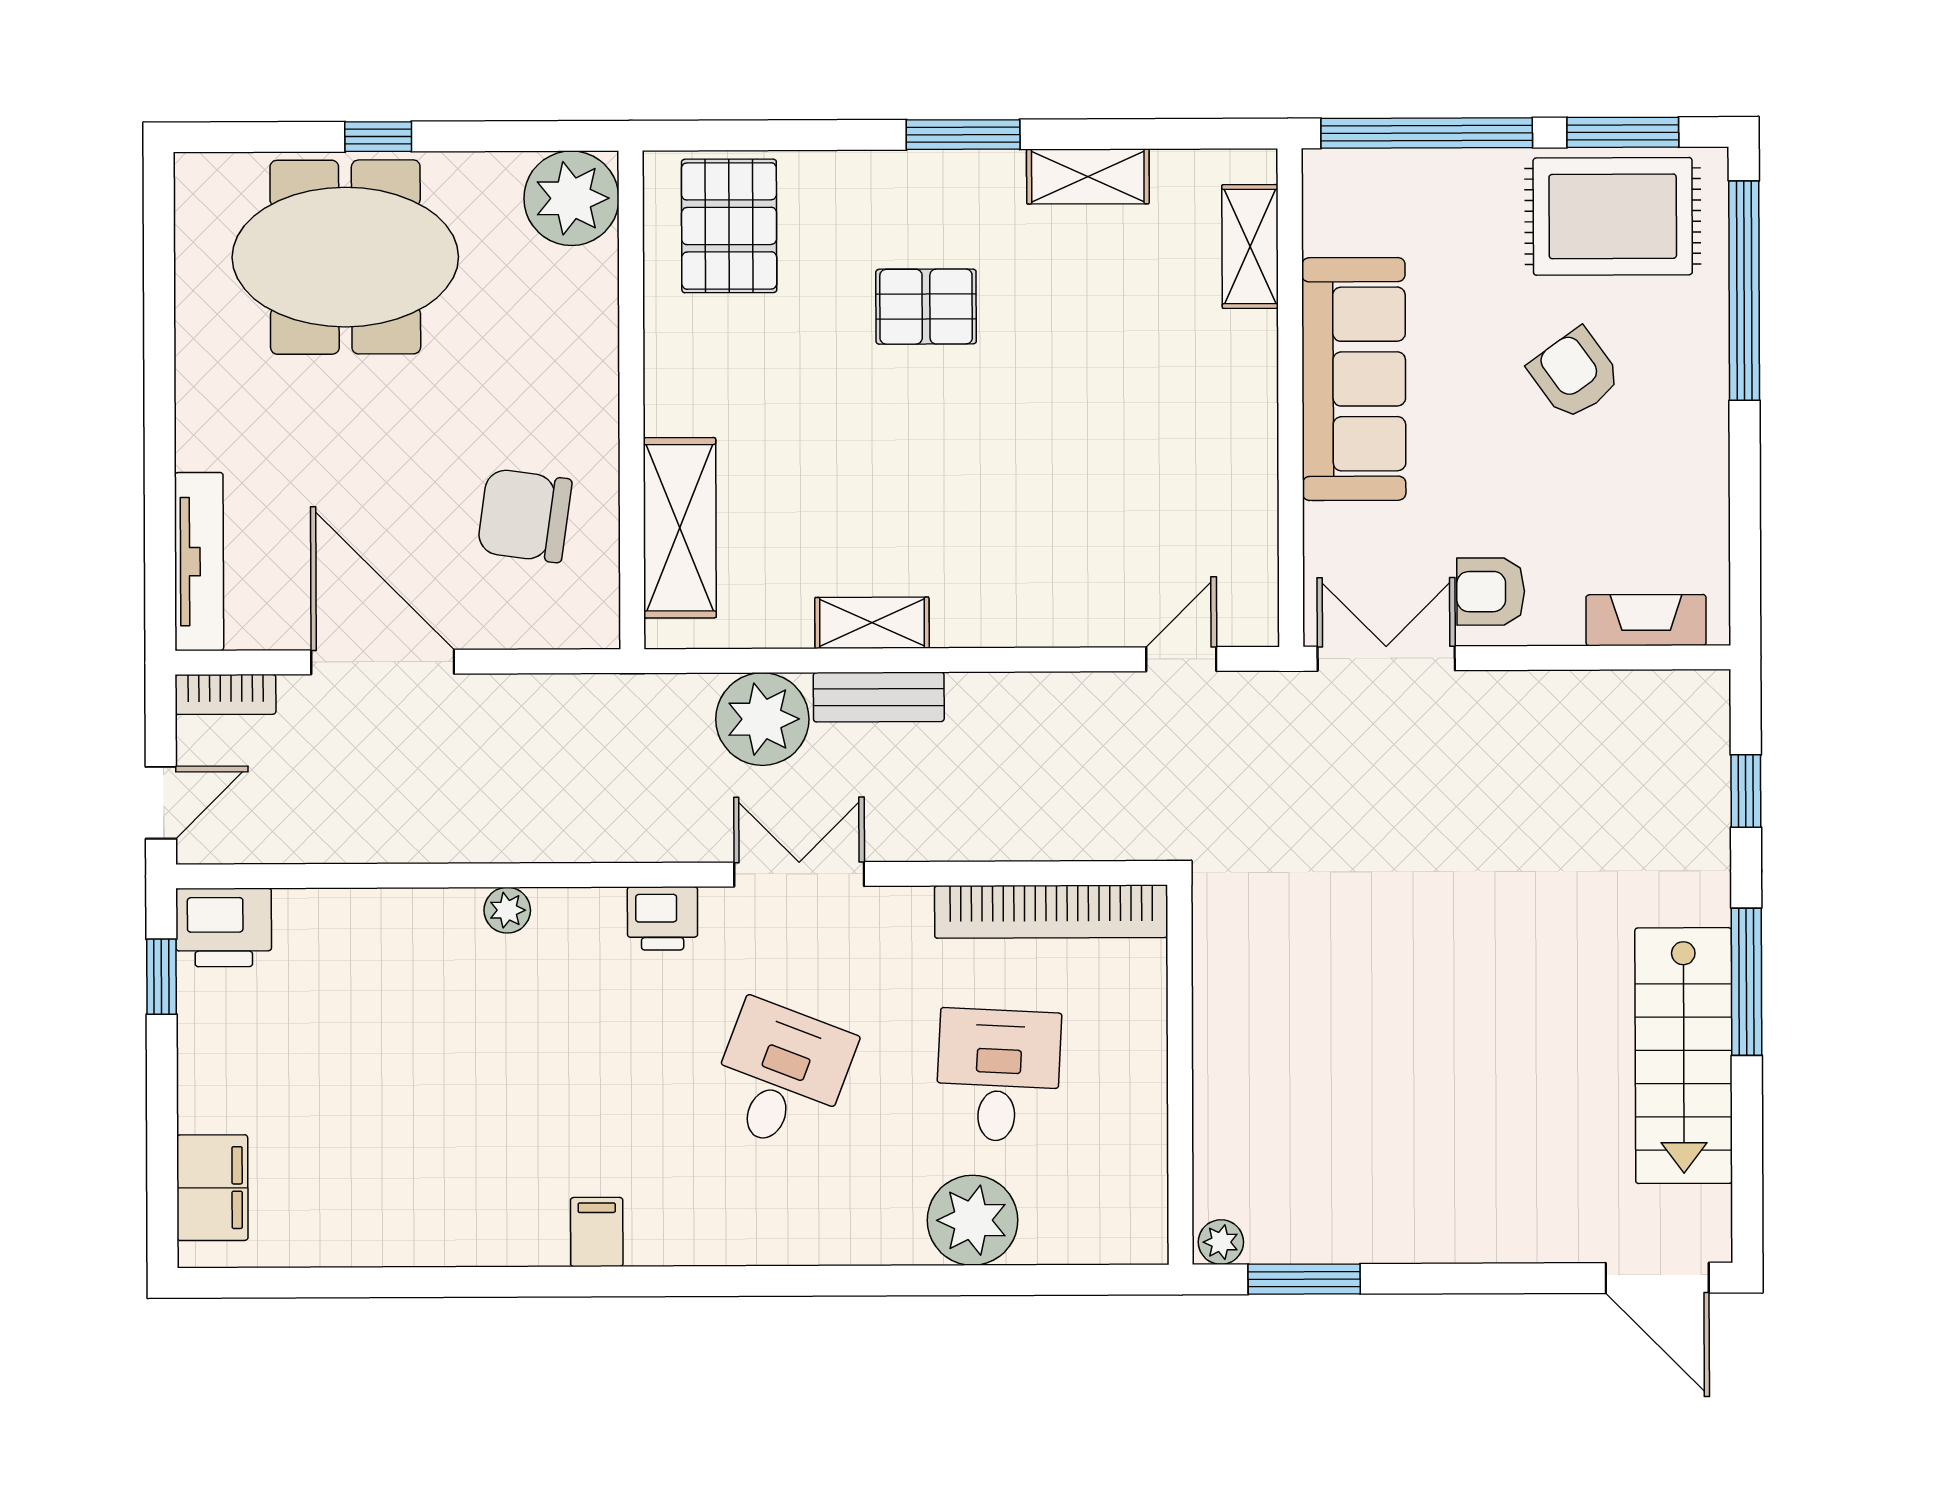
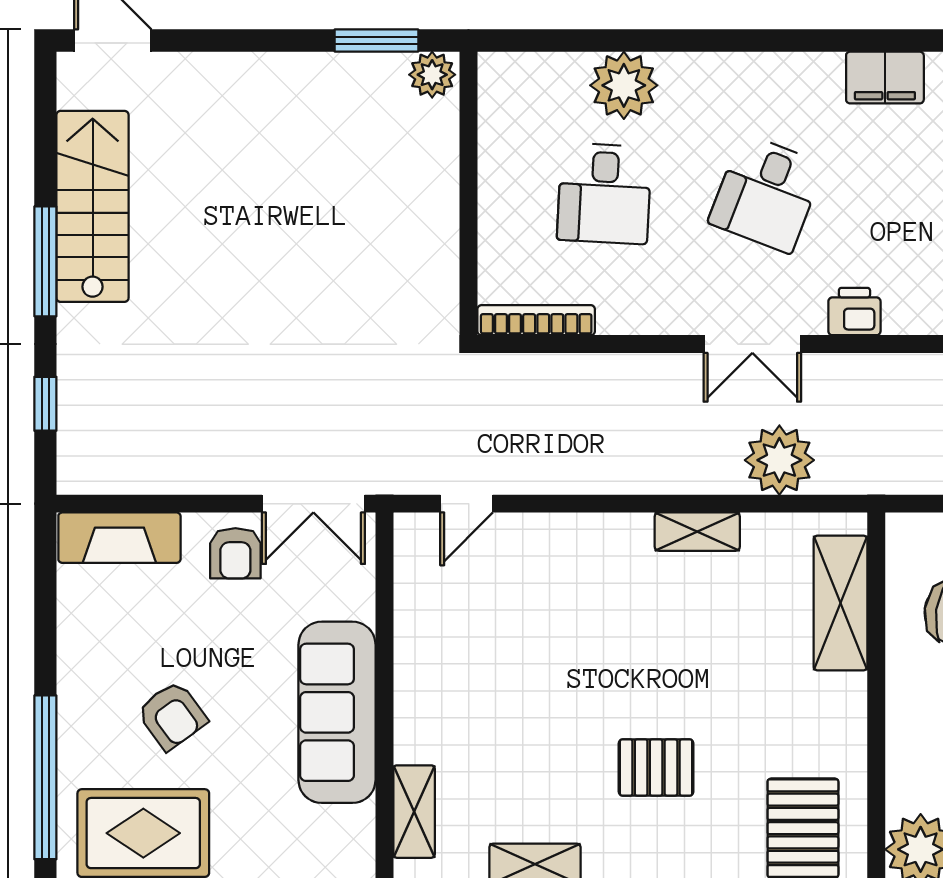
armchair: (1491, 592) -> (235, 553), turned 90
fireplace: (1646, 620) -> (119, 538), width x1.37, depth x1.32
bench: (879, 697) -> (692, 476), removed
bookcase: (1051, 912) -> (536, 320), width x0.68, depth x0.76
filing cabinet: (597, 1232) -> (885, 78), width x2.00
plant: (1221, 1242) -> (432, 75), width x1.38, depth x1.38

